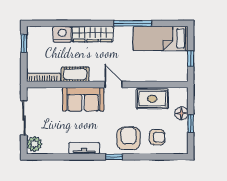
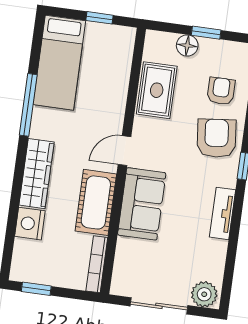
cot: (75, 74) -> (96, 202), width x1.37, depth x1.34
armchair: (129, 138) -> (216, 138), turned 84

